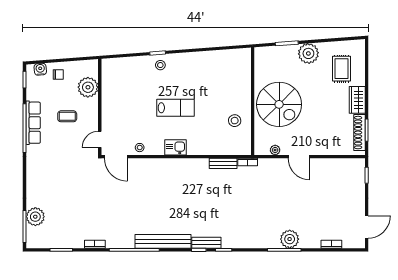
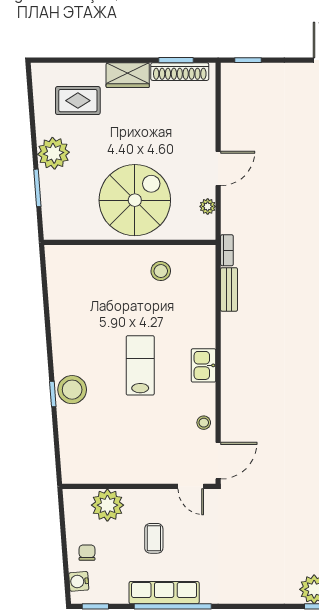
stool: (160, 65) -> (72, 390), width x1.89, depth x1.89

